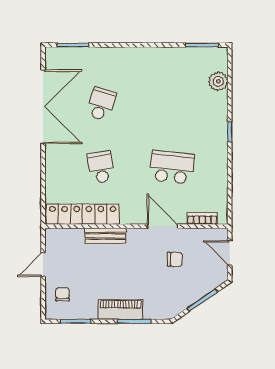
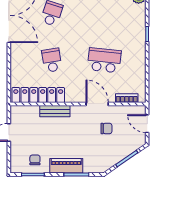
chair: (63, 294) -> (35, 160), moved

